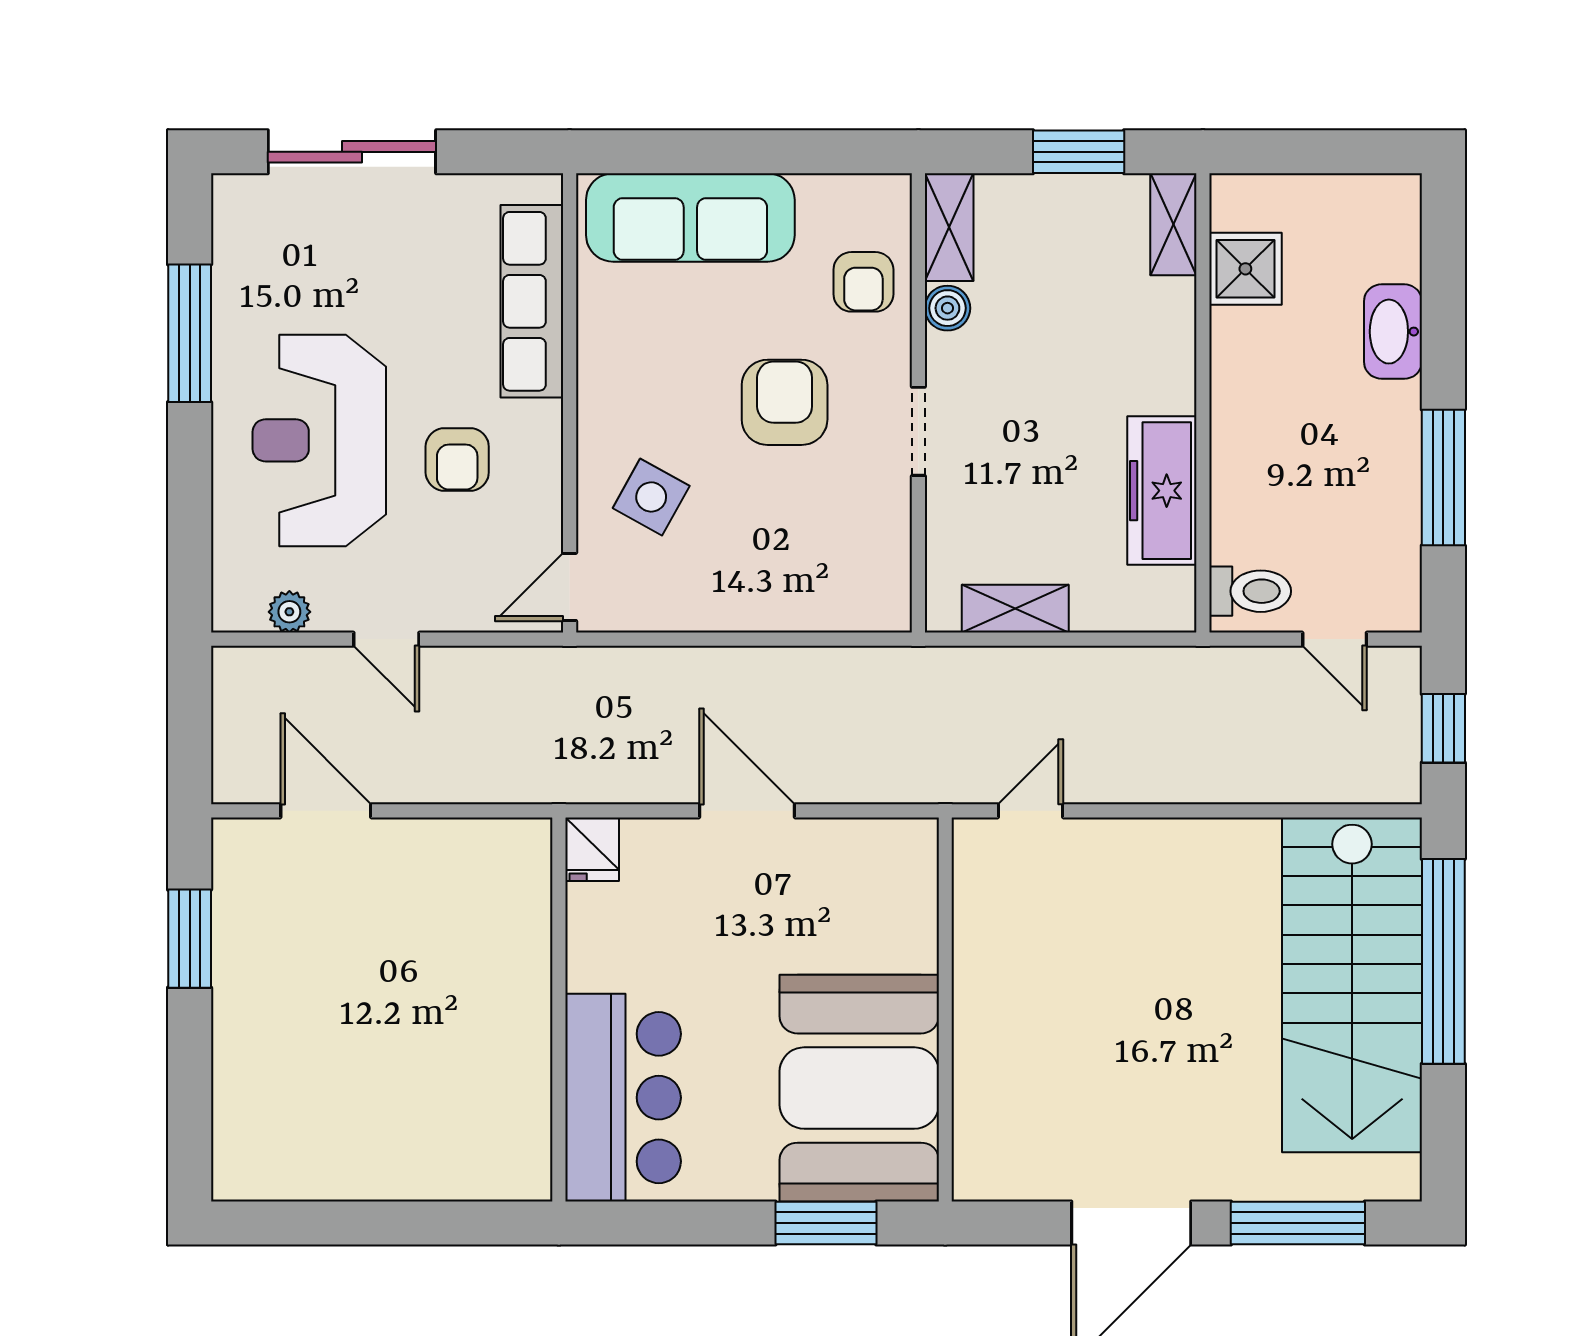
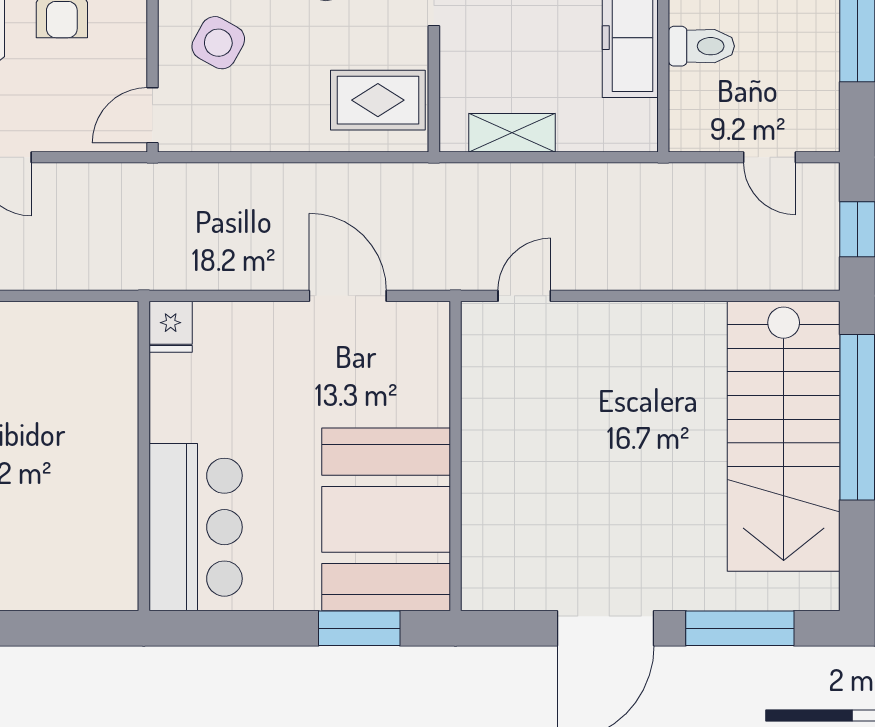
rug: (849, 568) -> (378, 100), added
toilet: (1250, 591) -> (701, 46), moved
door: (747, 811) -> (348, 296), moved

